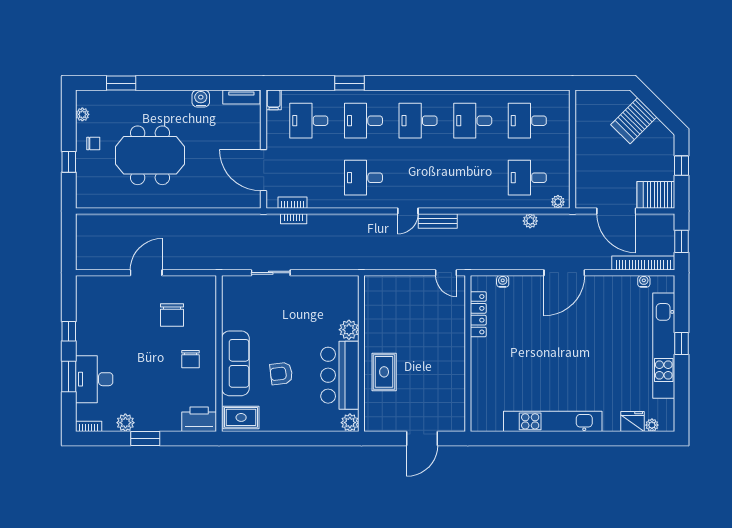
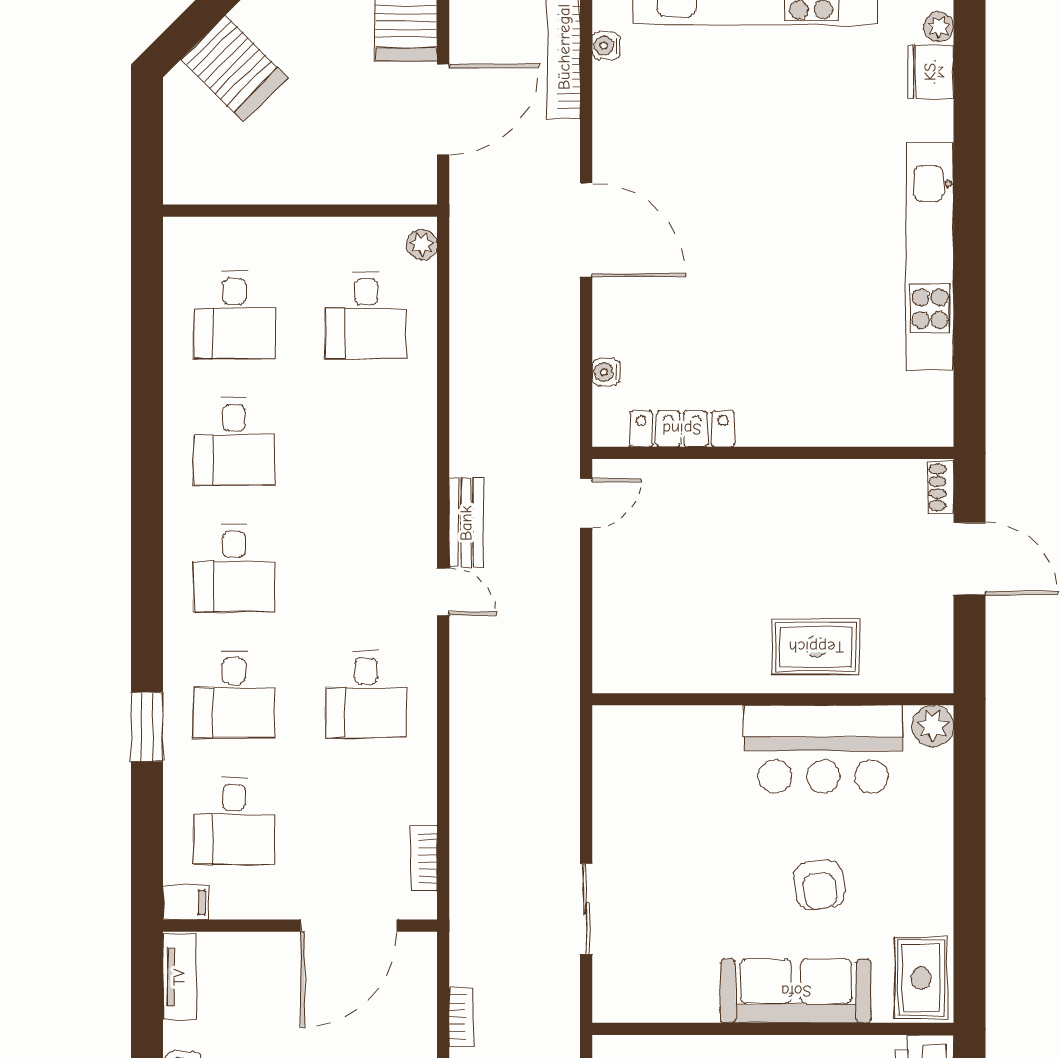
bookcase: (294, 219) -> (461, 1017), moved
plant: (530, 221) -> (466, 308), removed
plant: (349, 330) -> (718, 728), removed
shoe rack: (453, 426) -> (941, 487), added

